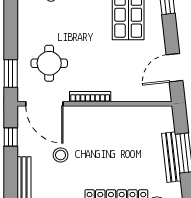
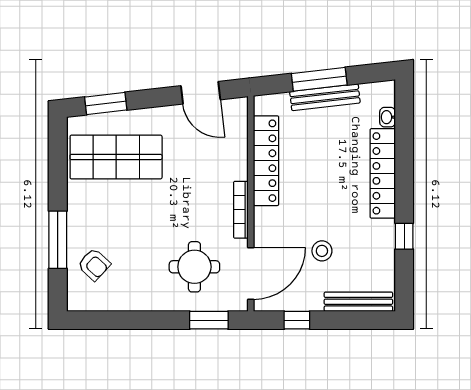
locker: (125, 115) -> (266, 161), added

